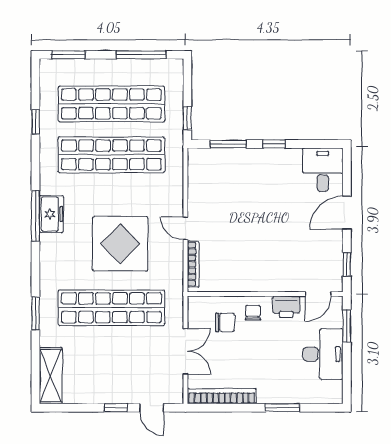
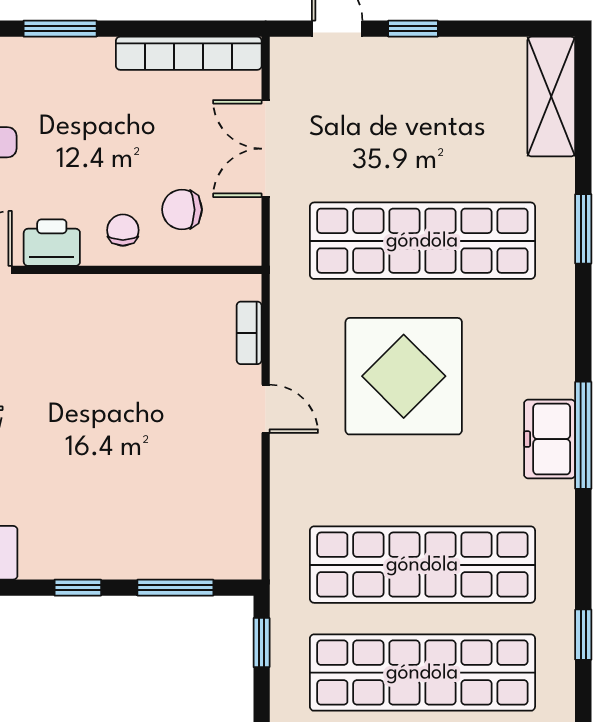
bookcase: (193, 264) -> (249, 333), width x0.64
chair: (253, 313) -> (123, 230), turned 180

